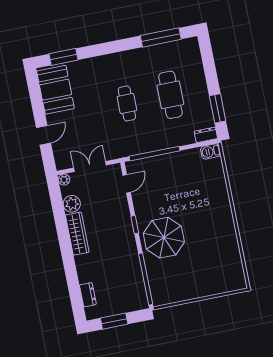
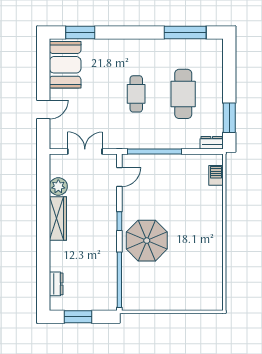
barbecue: (211, 151) -> (216, 175), moved, turned 90
plant: (64, 180) -> (55, 160), removed

